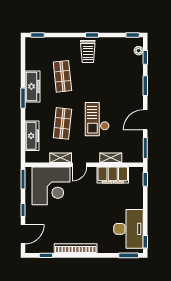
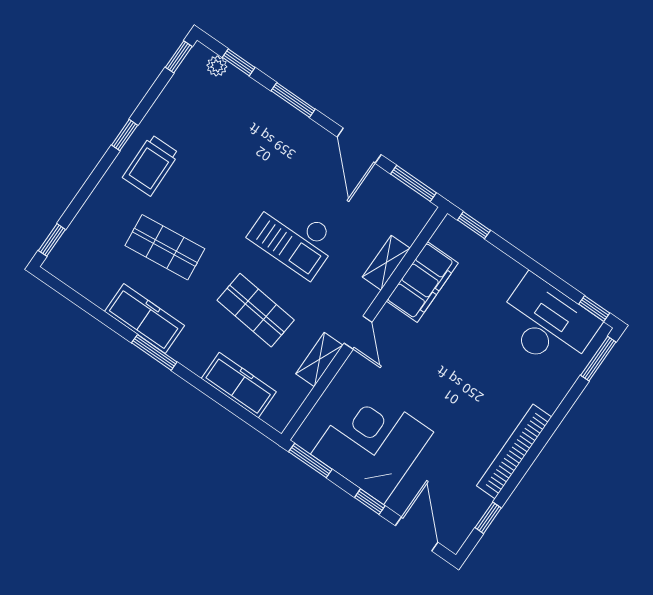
trolley: (88, 52) -> (151, 165), turned 89
corner desk: (51, 186) -> (372, 443), moved, turned -90

